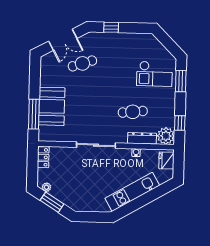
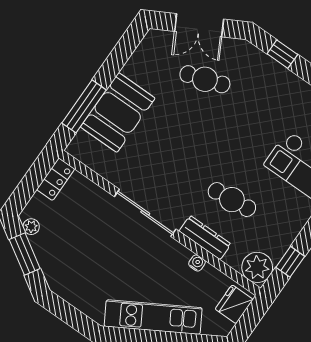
dresser: (142, 138) -> (205, 237), moved

